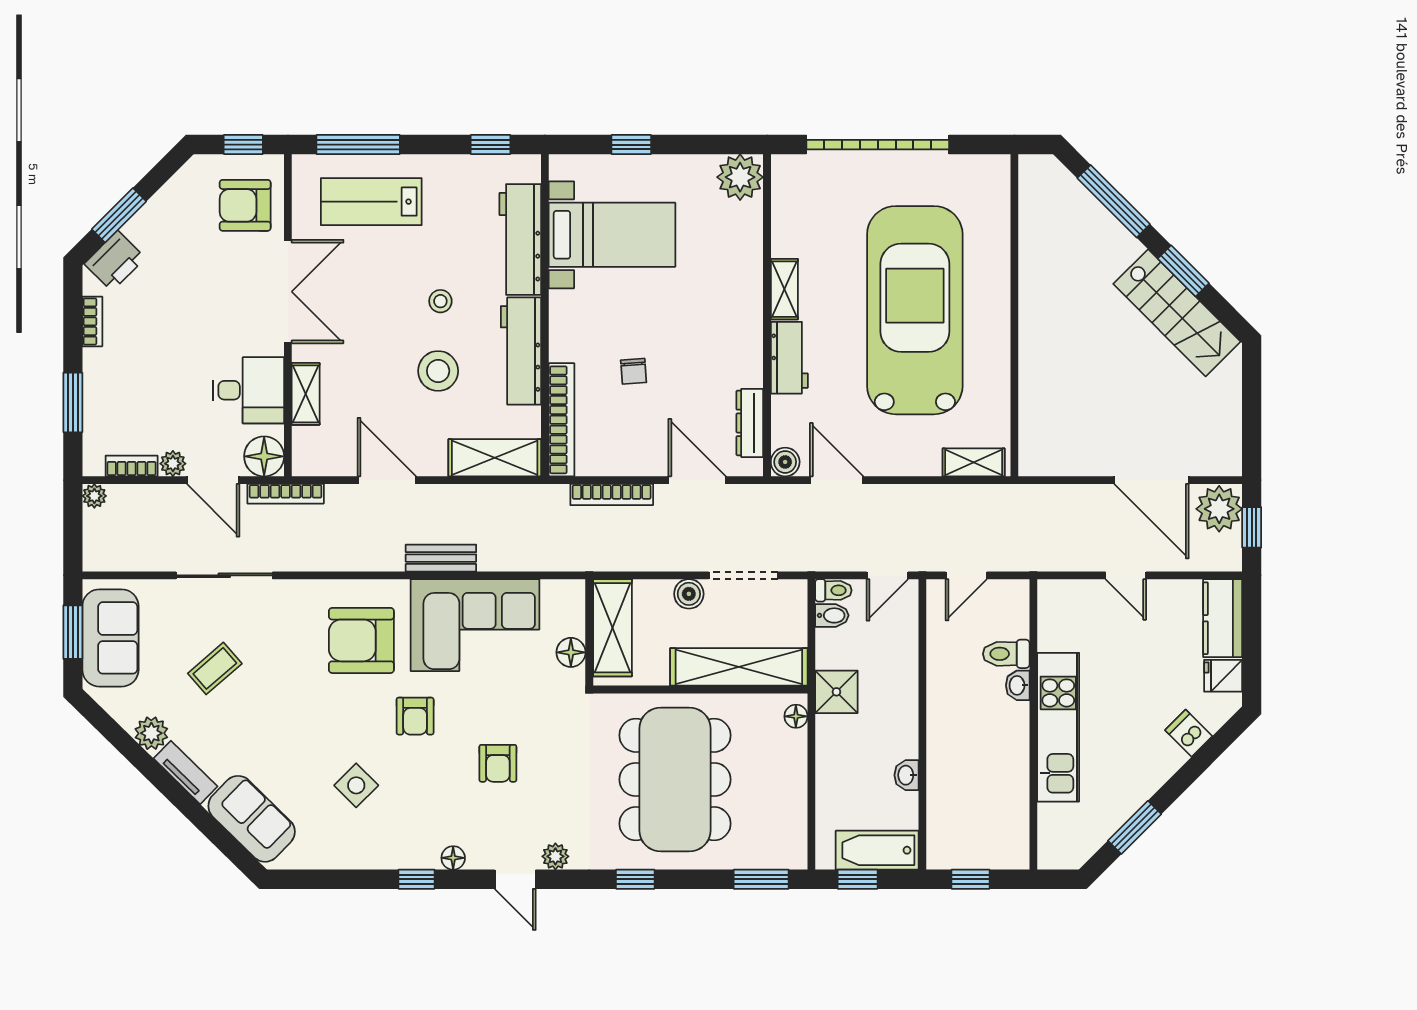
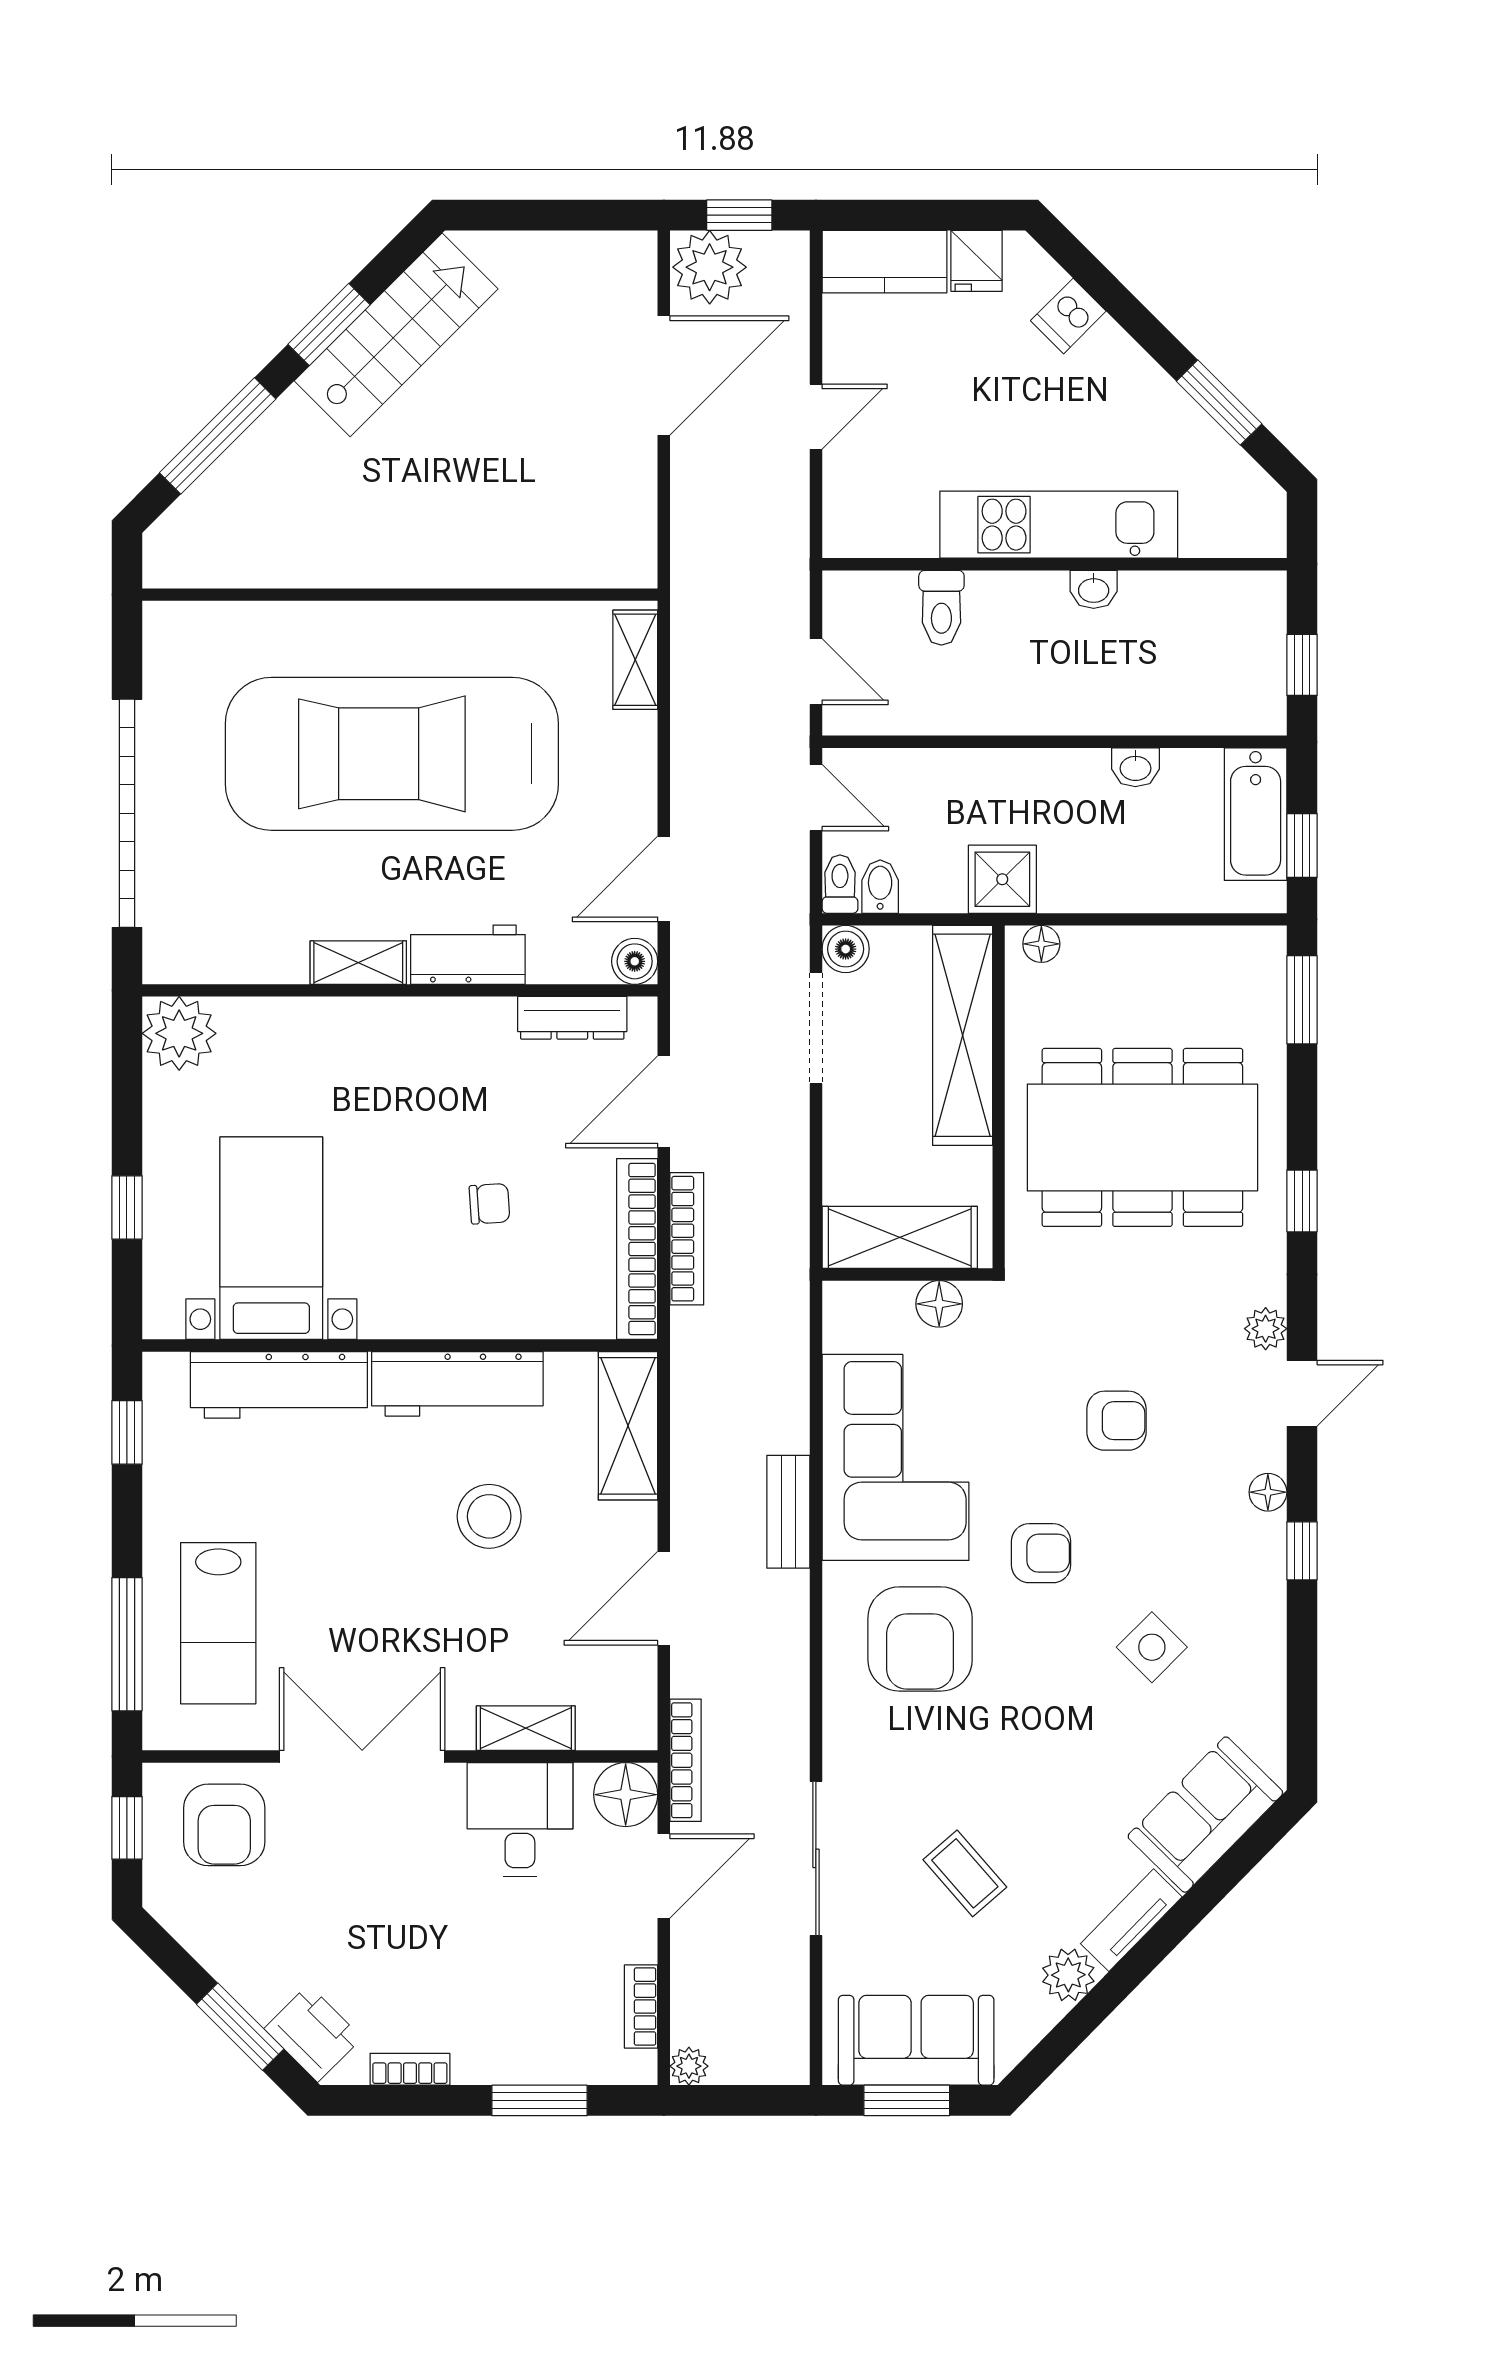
stool: (440, 301) -> (378, 1513), removed
bookcase: (562, 420) -> (637, 1249), moved, turned -90
plant: (173, 464) -> (637, 1940), removed
boiler: (689, 594) -> (846, 949), moved
washbasin: (1018, 685) -> (1094, 589), moved

